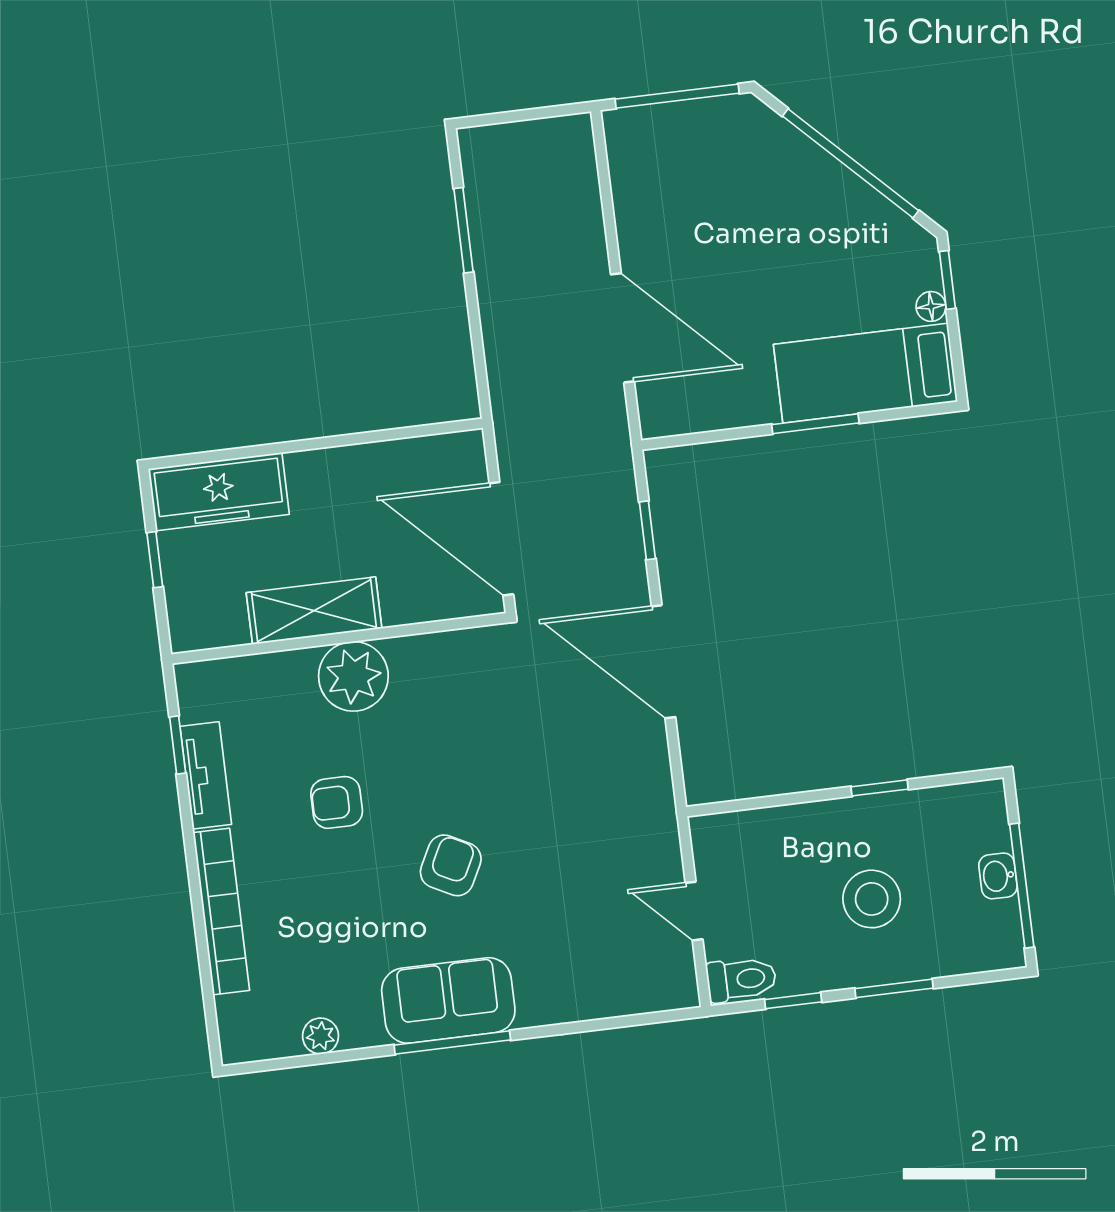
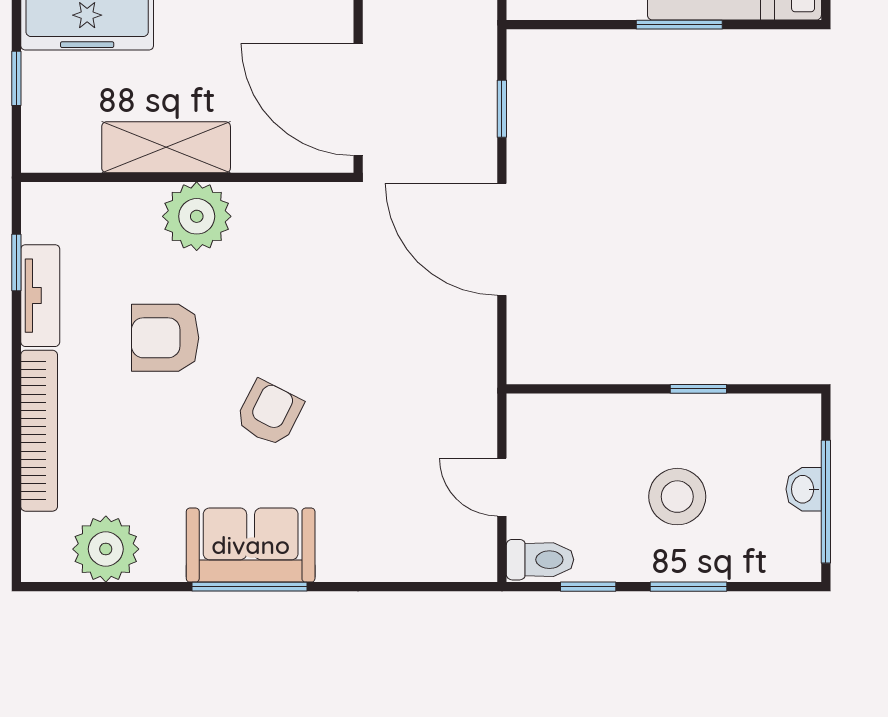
armchair: (337, 802) -> (165, 338), width x1.38, depth x1.38
plant: (321, 1036) -> (106, 549), width x1.88, depth x1.88

